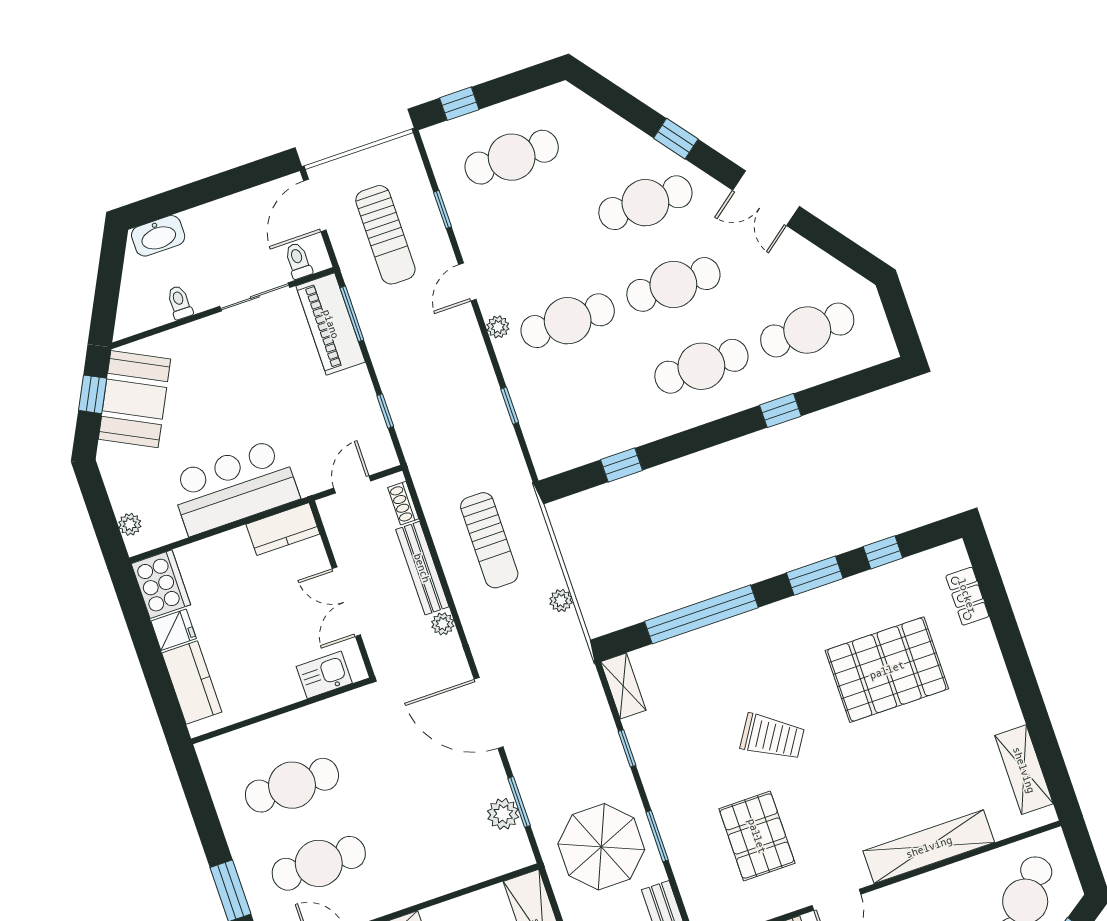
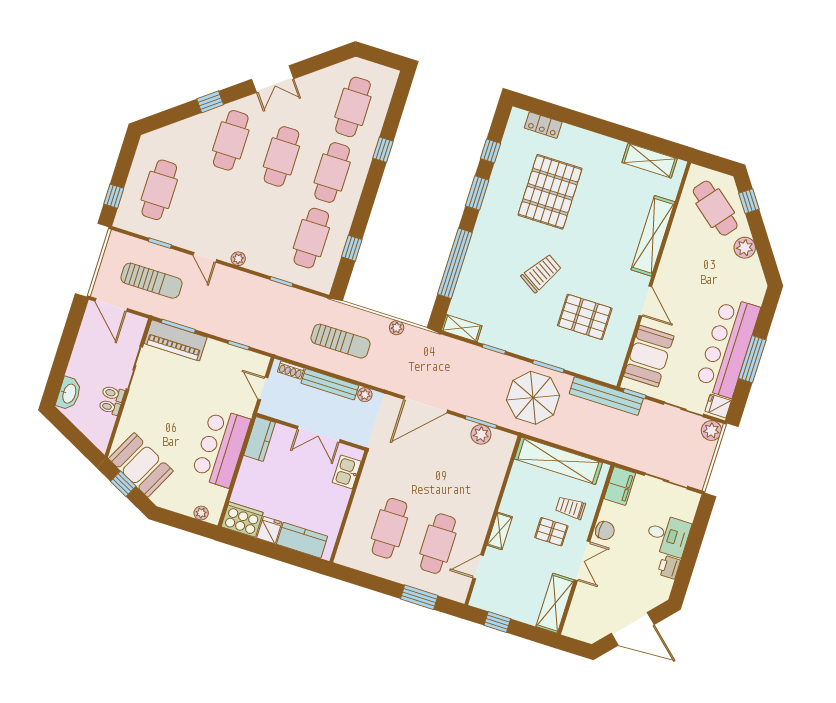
toilet: (298, 261) -> (113, 394), moved
cafe table: (568, 321) -> (311, 238), moved

